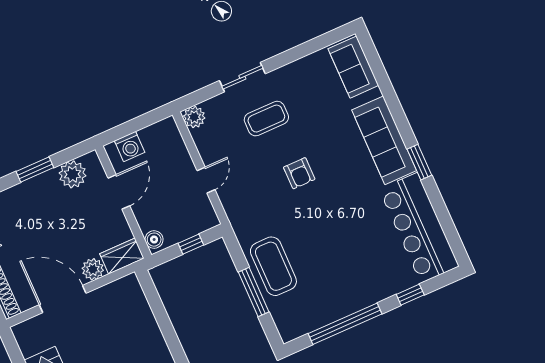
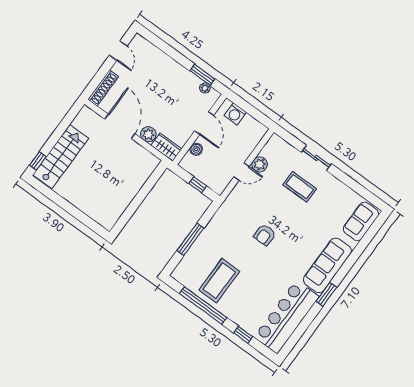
plant: (194, 117) -> (260, 164), moved
window: (35, 170) -> (202, 75), moved
armchair: (299, 173) -> (265, 235), moved
plant: (72, 174) -> (205, 88), width x0.53, depth x0.53
door: (119, 192) -> (204, 123), hinge flipped
boiler: (154, 240) -> (196, 149), moved
coffee table: (273, 266) -> (219, 281), moved

